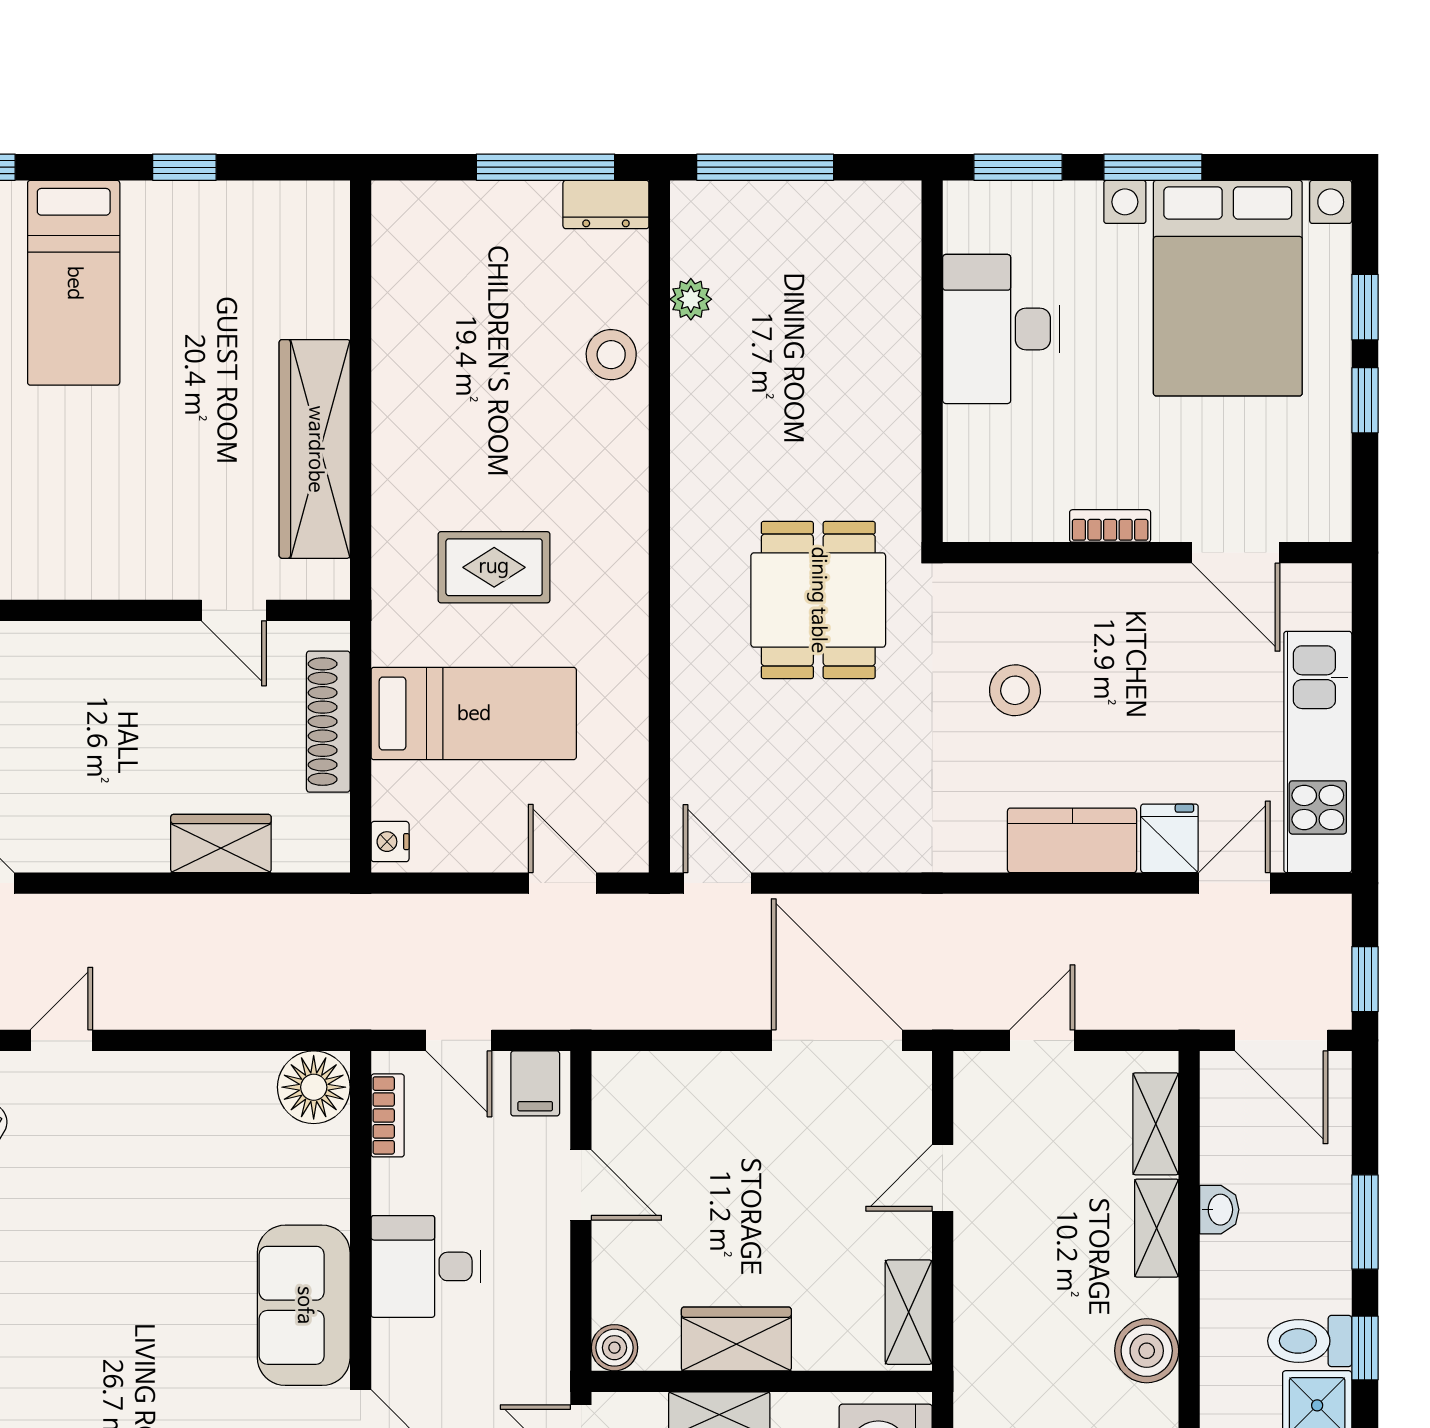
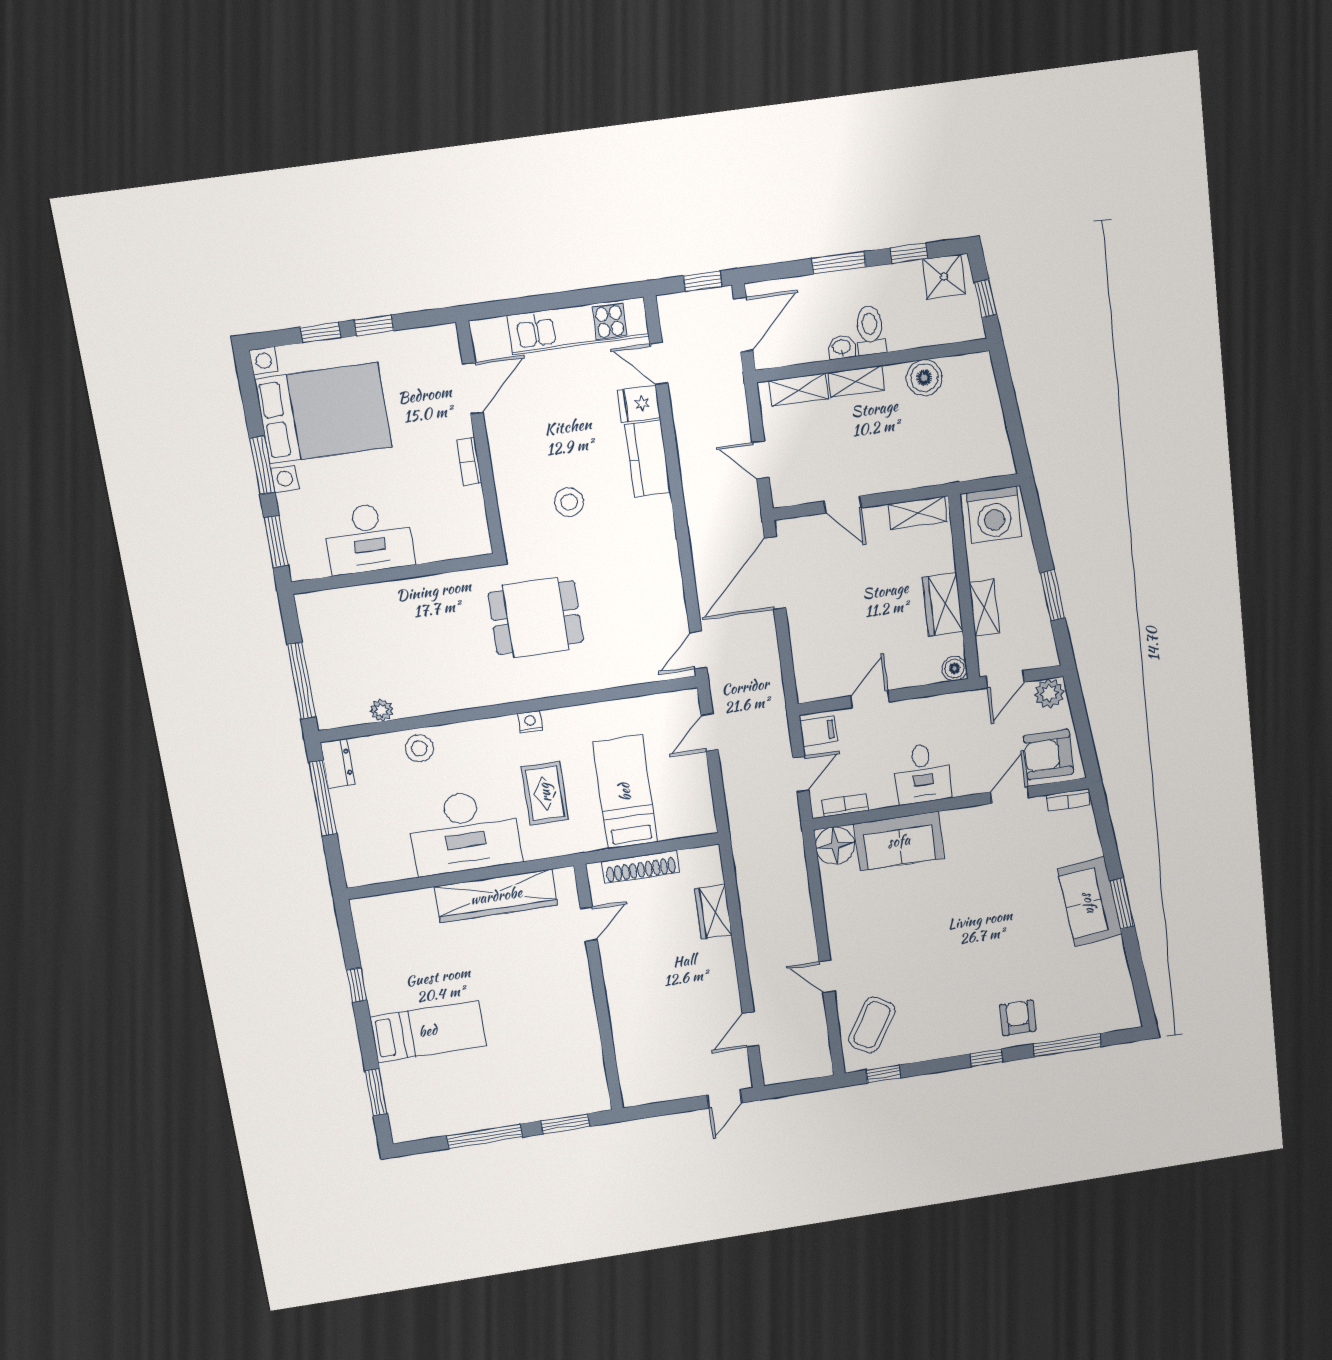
desk: (444, 410) -> (464, 832), added
nightstand: (390, 842) -> (530, 722), moved, turned 180
sofa: (304, 1305) -> (899, 841), moved
toilet: (1310, 1341) -> (870, 330), moved, turned 180

